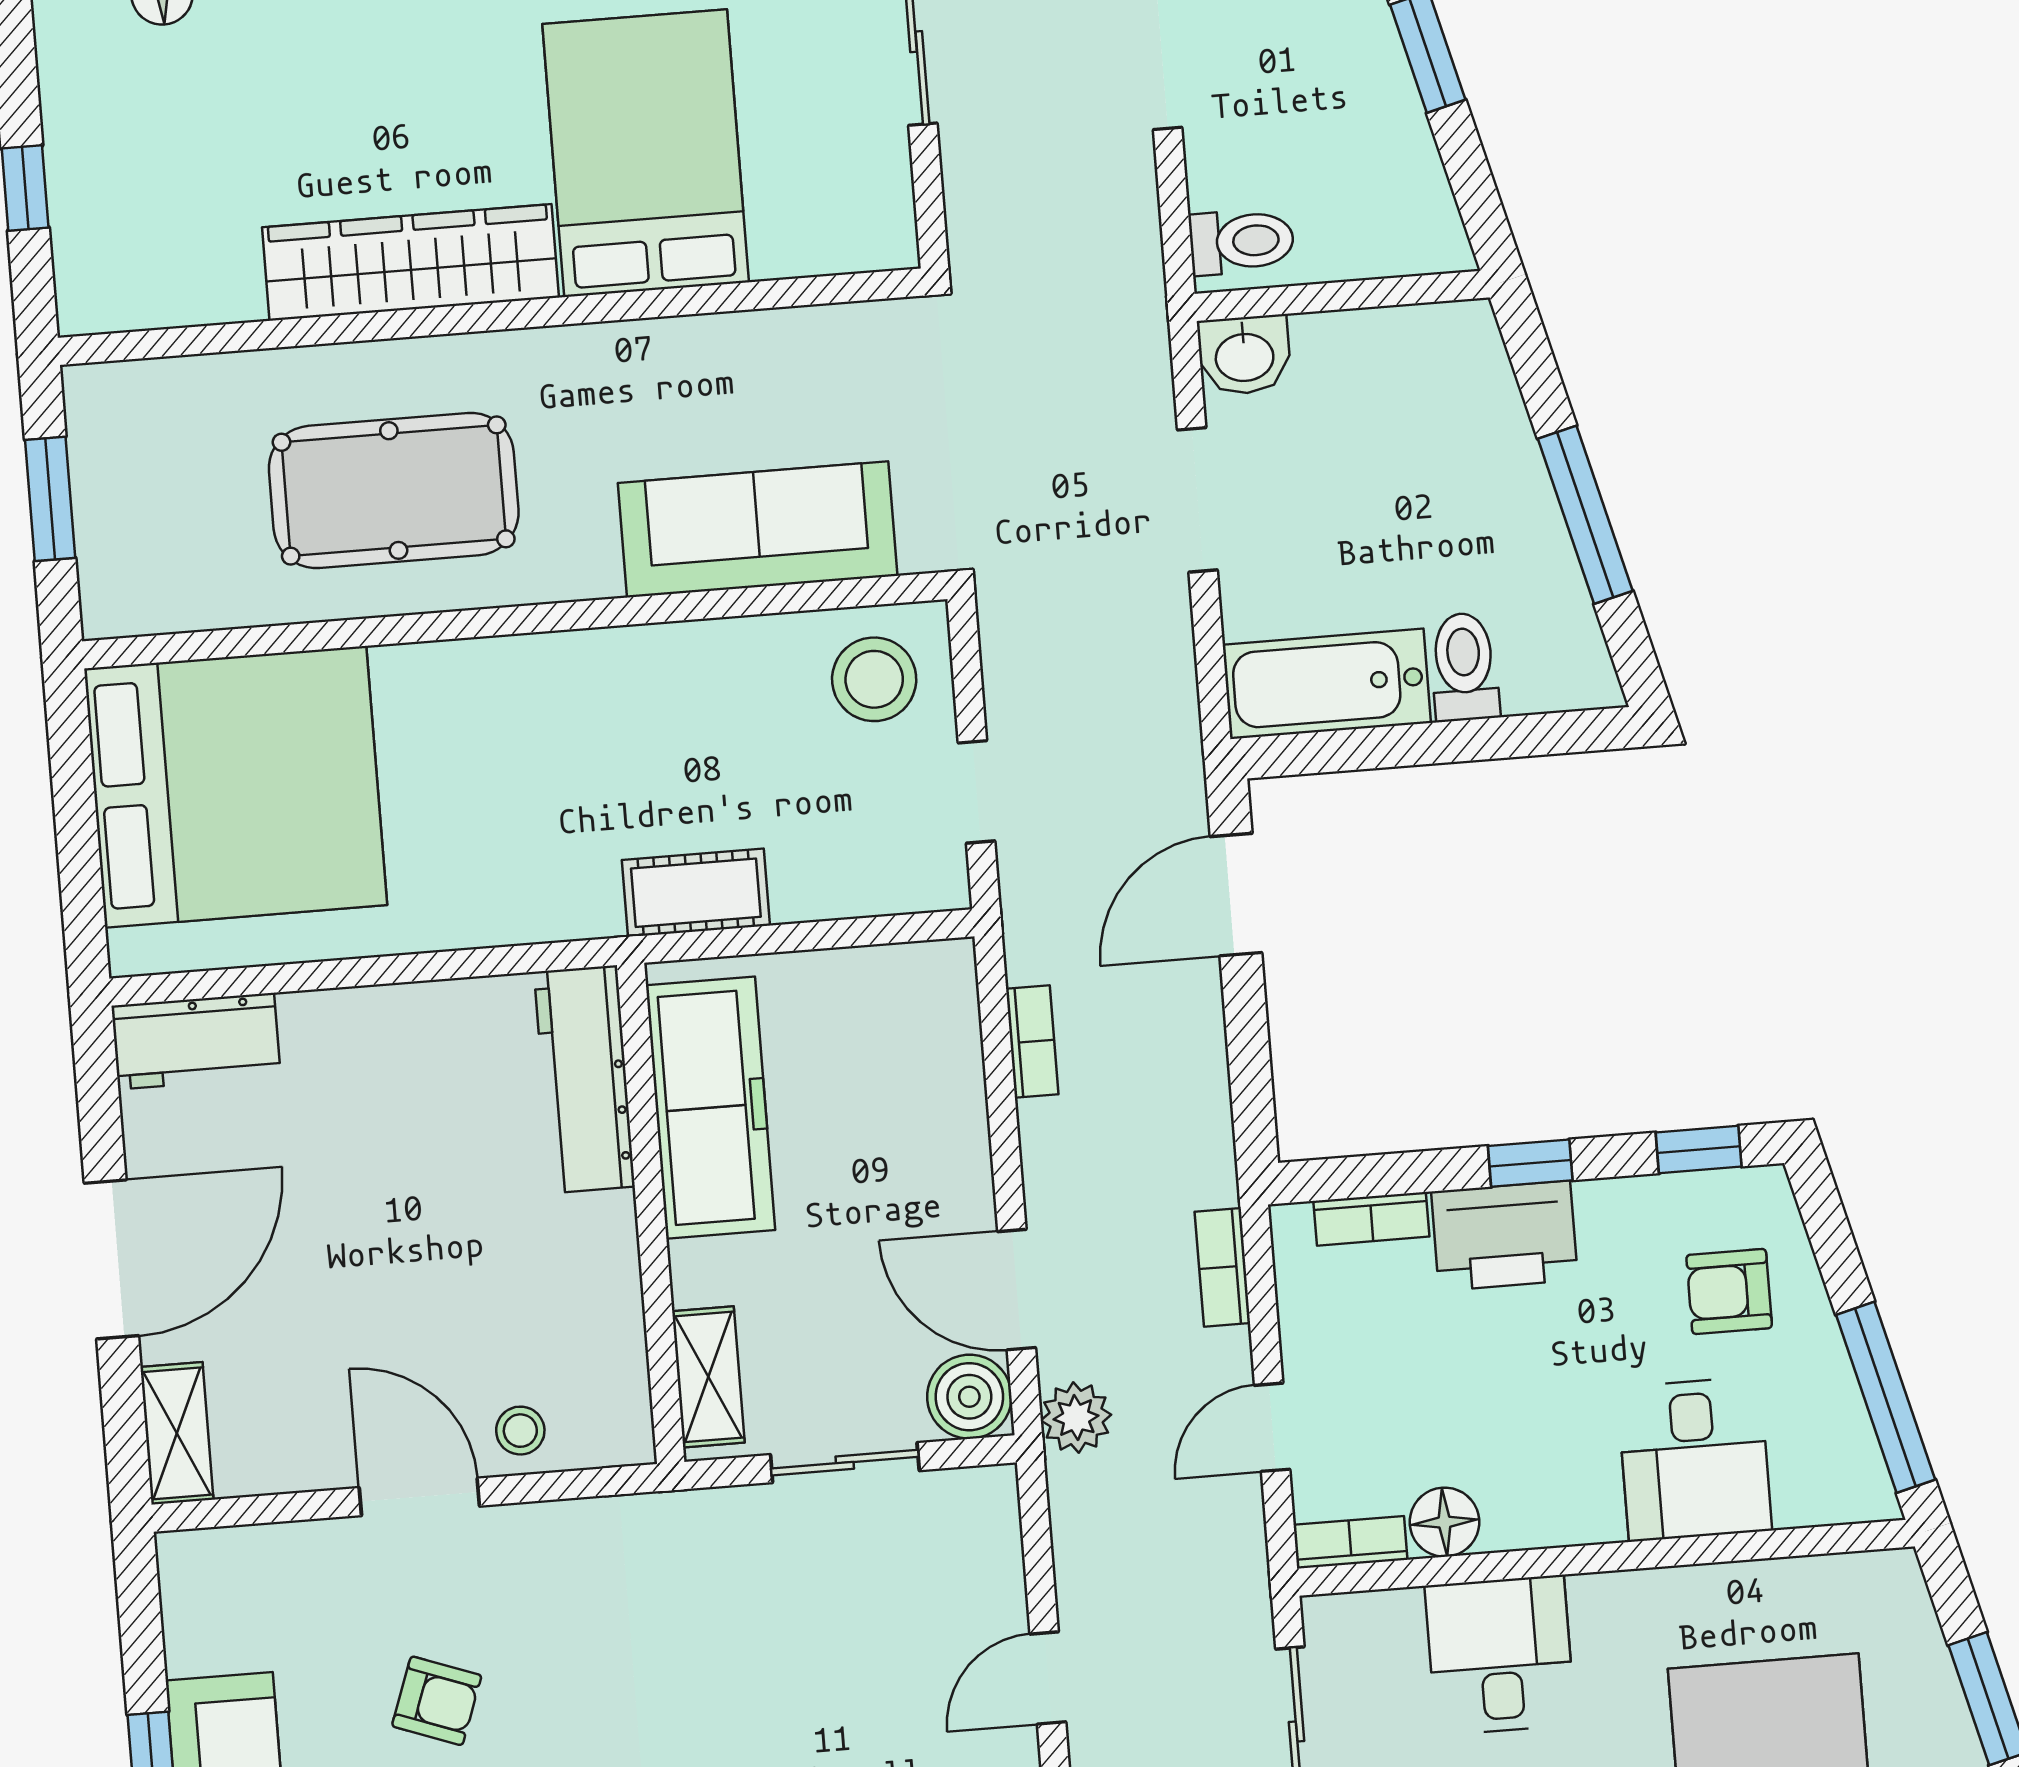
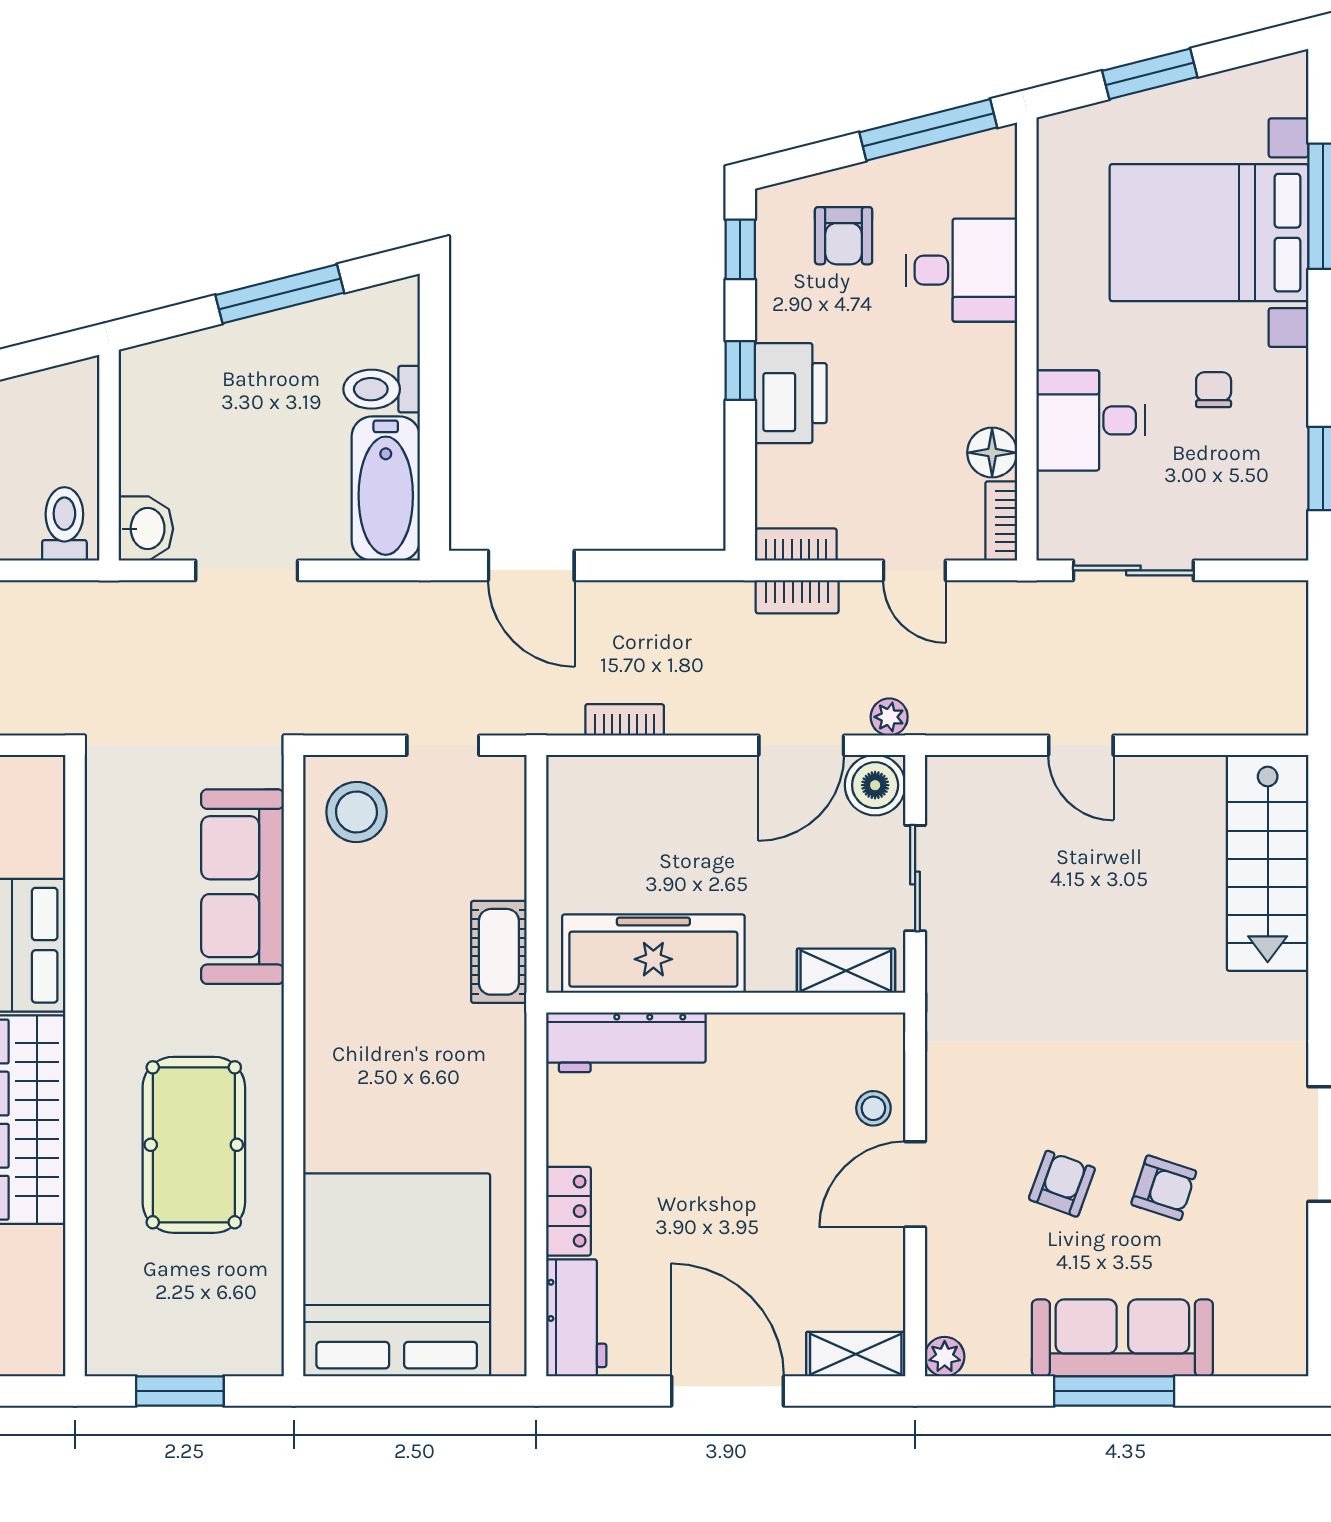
locker: (343, 1018) -> (568, 1211), added
bookcase: (1371, 1219) -> (796, 545), moved, turned -90
plant: (1076, 1417) -> (889, 717), width x0.73, depth x0.73
plant: (183, 1557) -> (945, 1357), added

